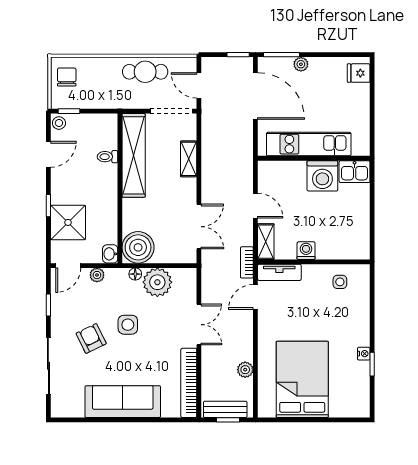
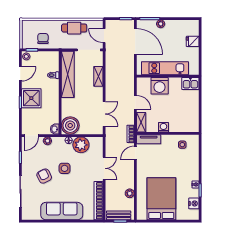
fridge: (359, 73) -> (193, 41), moved
chair: (67, 77) -> (43, 39), moved
washing machine: (322, 176) -> (160, 86), moved
shower: (68, 222) -> (31, 98), moved
nightstand: (361, 388) -> (194, 203), added

